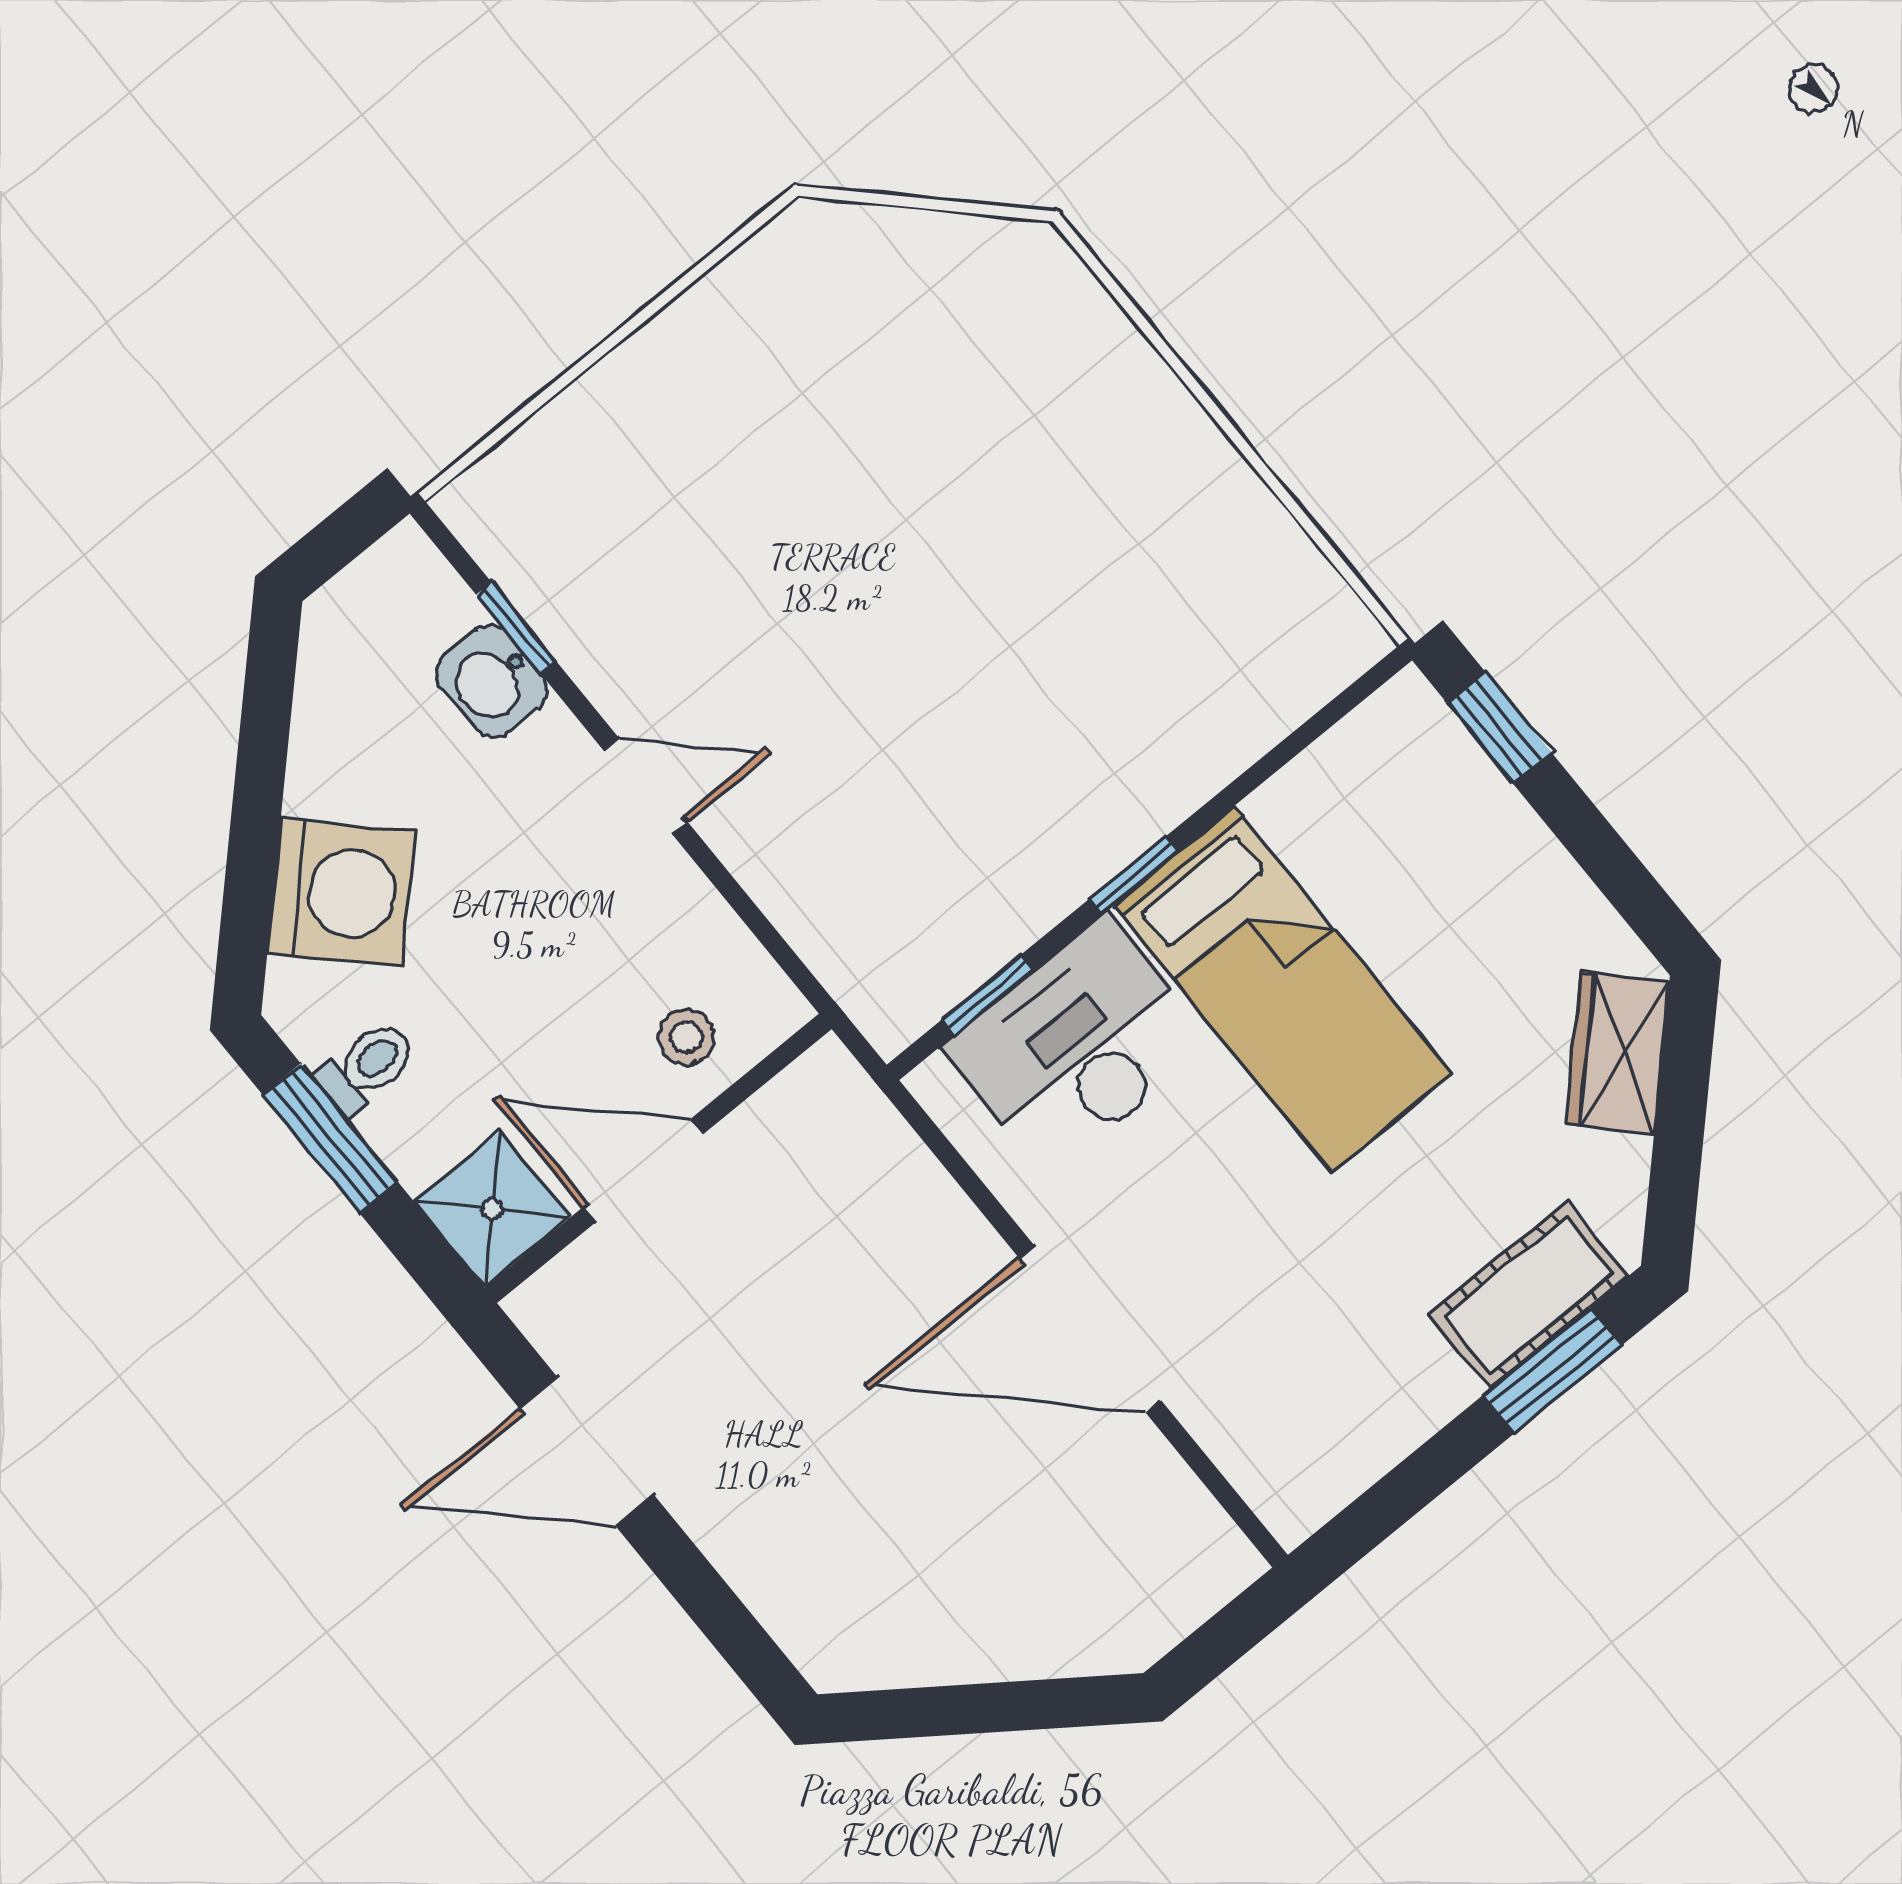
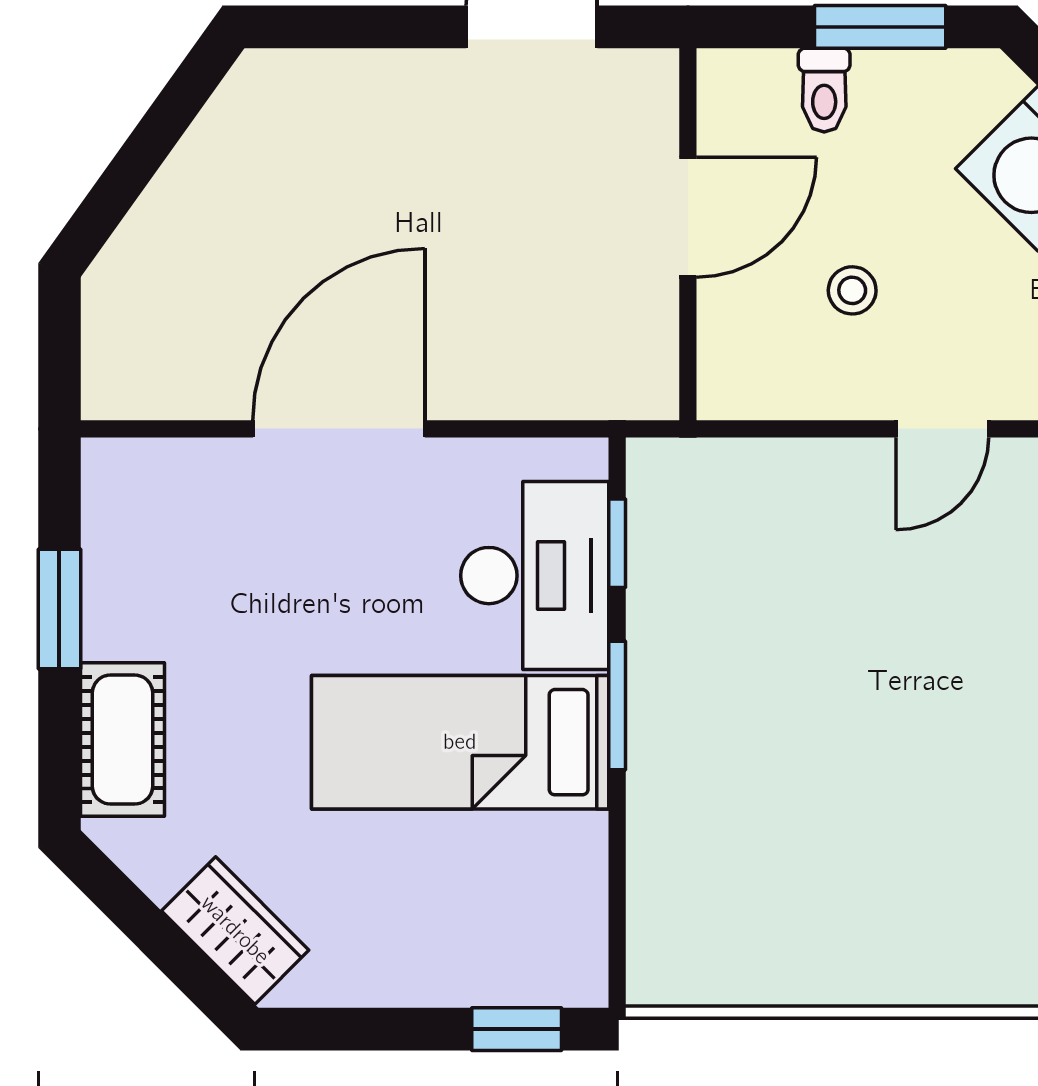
window: (1134, 875) -> (617, 705), width x1.50
stool: (686, 1037) -> (852, 290), moved
toilet: (367, 1067) -> (824, 90), moved
shower: (492, 1209) -> (745, 96), removed
window: (1552, 1371) -> (59, 609), moved

